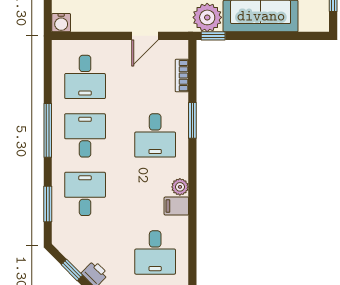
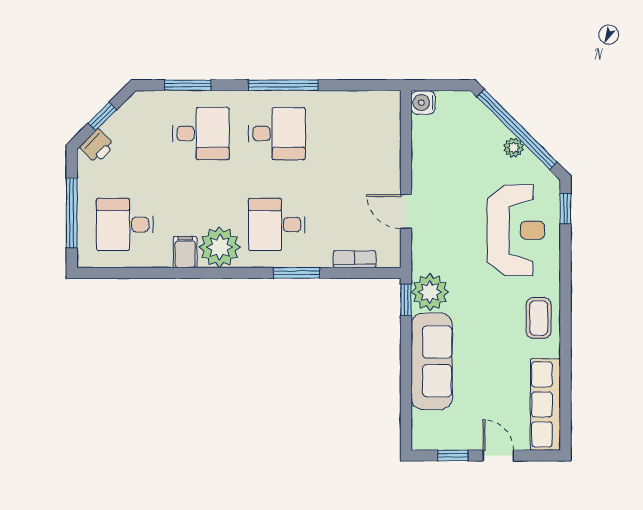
desk: (85, 77) -> (353, 134), removed
plant: (180, 187) -> (220, 247), width x1.87, depth x1.87

